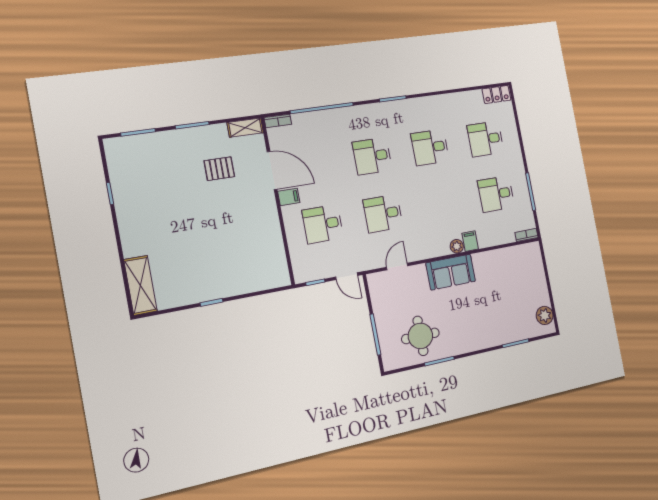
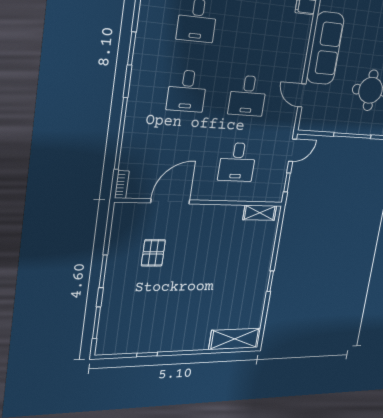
shelving: (245, 128) -> (260, 213), moved, turned 90
filing cabinet: (289, 197) -> (201, 190), removed
plant: (457, 246) -> (306, 23), removed
sofa: (451, 272) -> (325, 48), width x1.36

